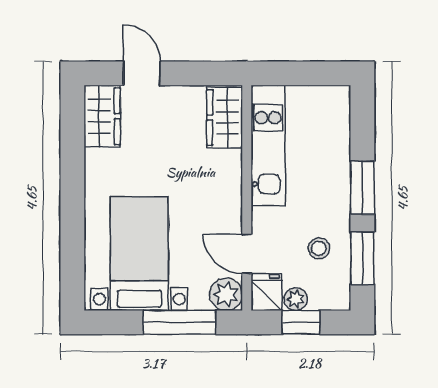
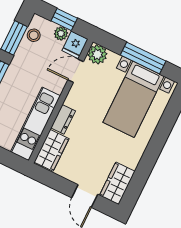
dresser: (230, 172) -> (63, 119), added
stool: (319, 248) -> (34, 35), moved
door: (247, 254) -> (76, 71), swing flipped
window: (179, 322) -> (143, 58), moved

